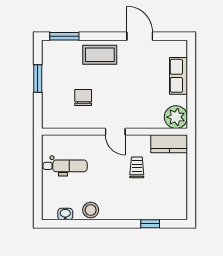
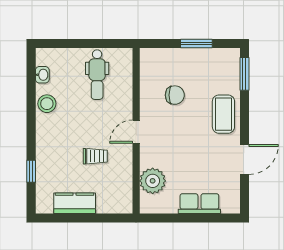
plant: (176, 117) -> (153, 181), moved
kitchen counter: (169, 144) -> (75, 203), moved, turned 90

